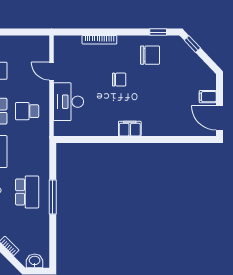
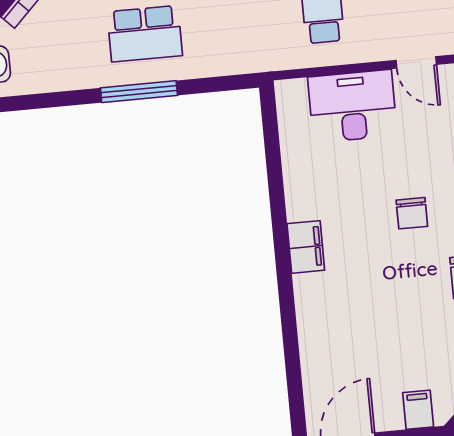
door: (52, 71) -> (416, 62), swing flipped
filing cabinet: (208, 97) -> (418, 410), moved

